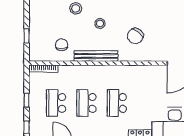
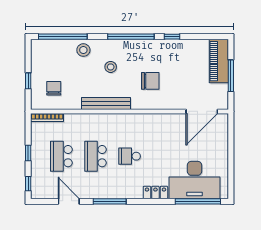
chair: (135, 36) -> (150, 81), turned -128
chair: (62, 45) -> (54, 88), moved
school desk: (117, 103) -> (130, 156), width x0.54

